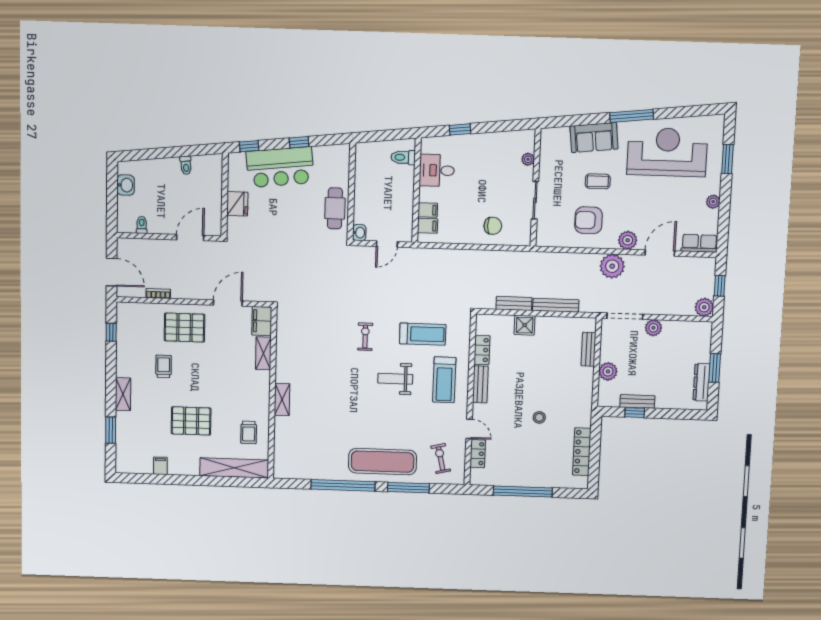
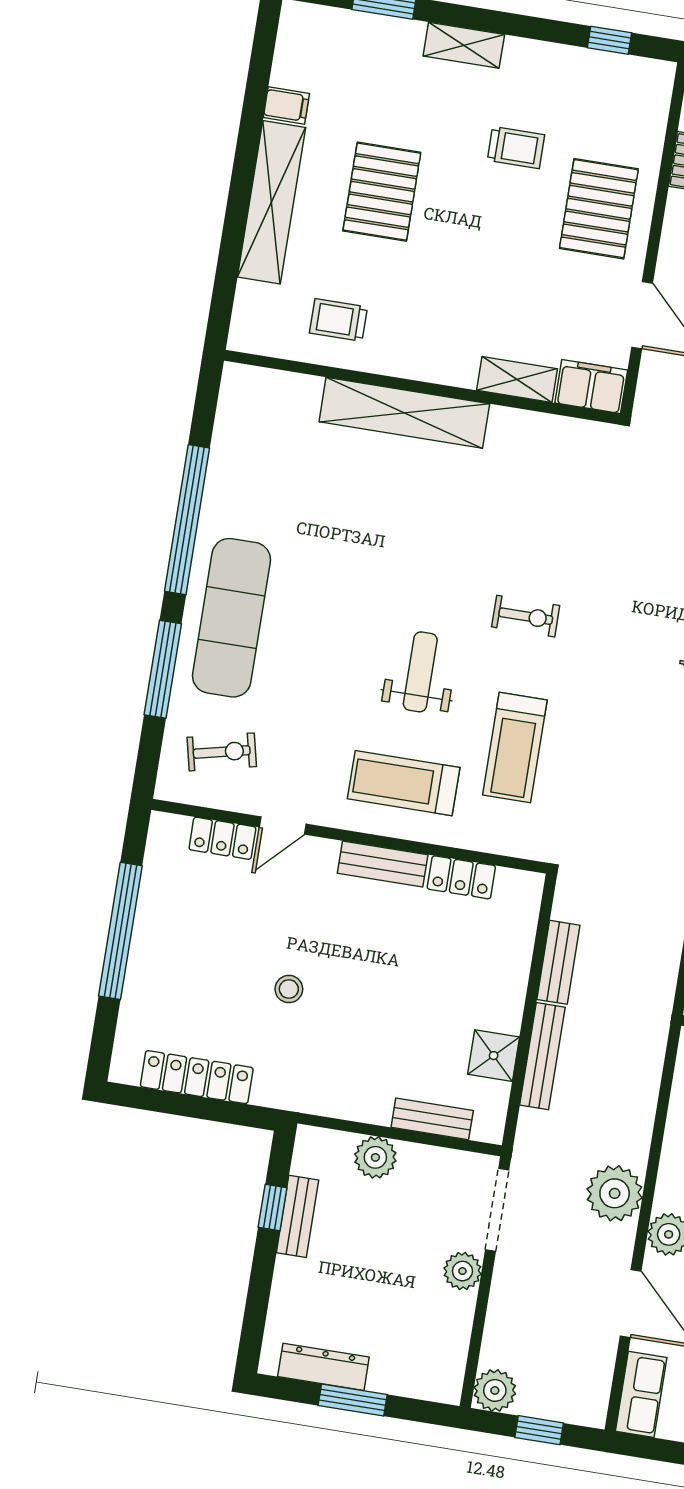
shower: (525, 325) -> (494, 1056), moved
shelving: (282, 399) -> (404, 413), width x2.20, depth x1.33
shelving: (234, 468) -> (271, 202), moved

